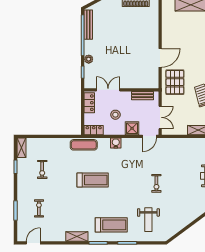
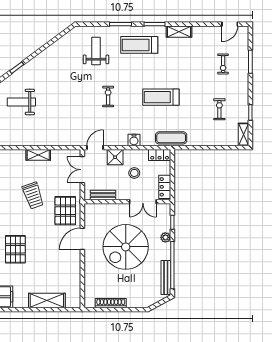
spiral stairs: (123, 51) -> (126, 247), added
exercise bike: (156, 183) -> (108, 96), moved

